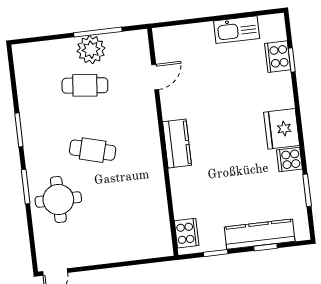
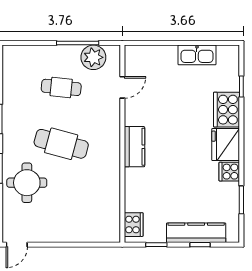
plant: (91, 50) -> (93, 57), moved
cooker: (278, 57) -> (226, 110), moved, width x1.37, depth x1.31
cafe table: (93, 150) -> (61, 144), width x1.37, depth x1.35

